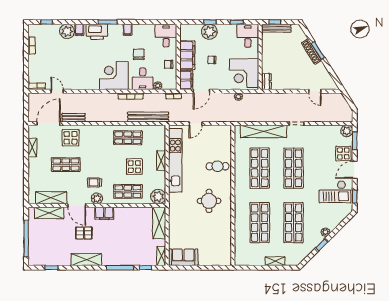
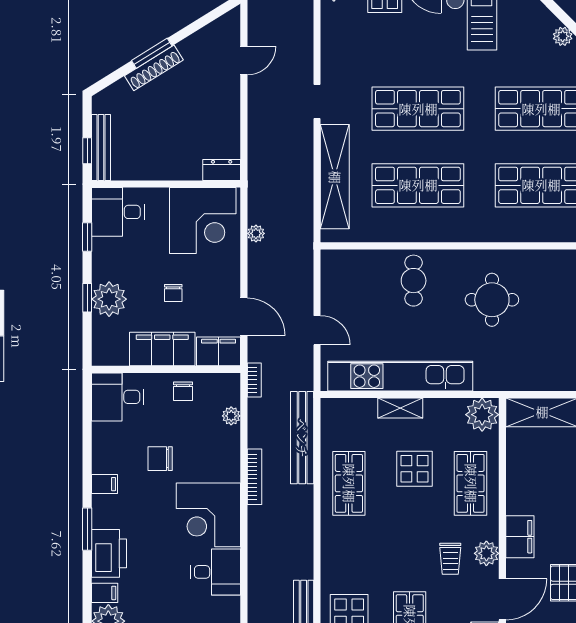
desk: (143, 79) -> (215, 572), moved

